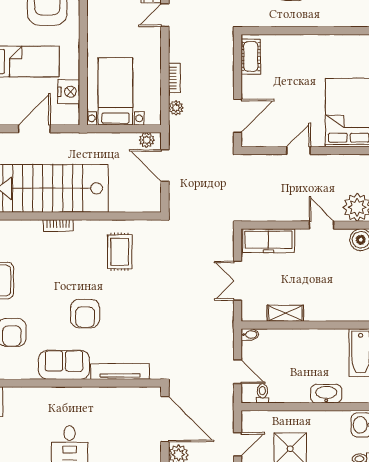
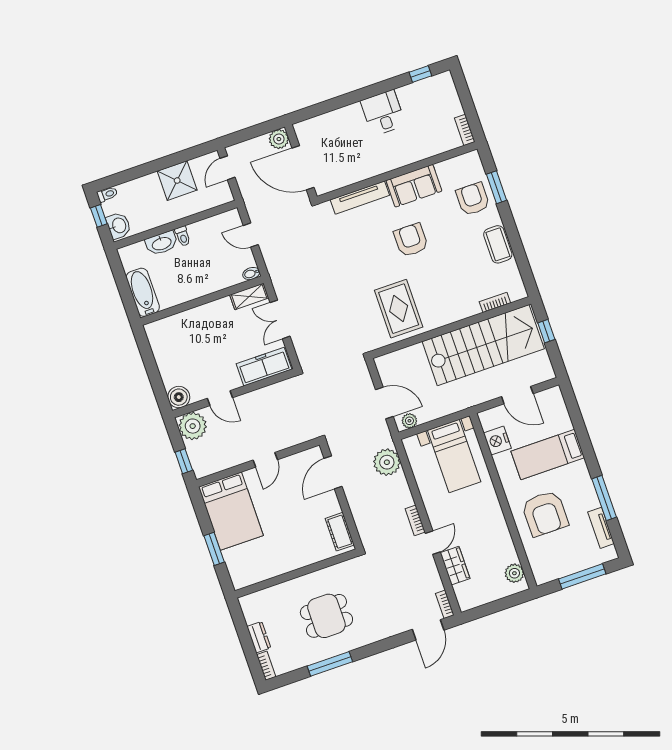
bookcase: (174, 78) -> (415, 520), moved
plant: (176, 108) -> (387, 462), width x1.87, depth x1.87
door: (34, 129) -> (517, 395), hinge flipped
bookcase: (58, 226) -> (495, 302), moved
rug: (120, 252) -> (399, 309), width x1.36, depth x1.43
double door: (238, 281) -> (280, 319), swing flipped
shelving: (285, 313) -> (249, 296), moved
toilet: (262, 393) -> (183, 236), moved

